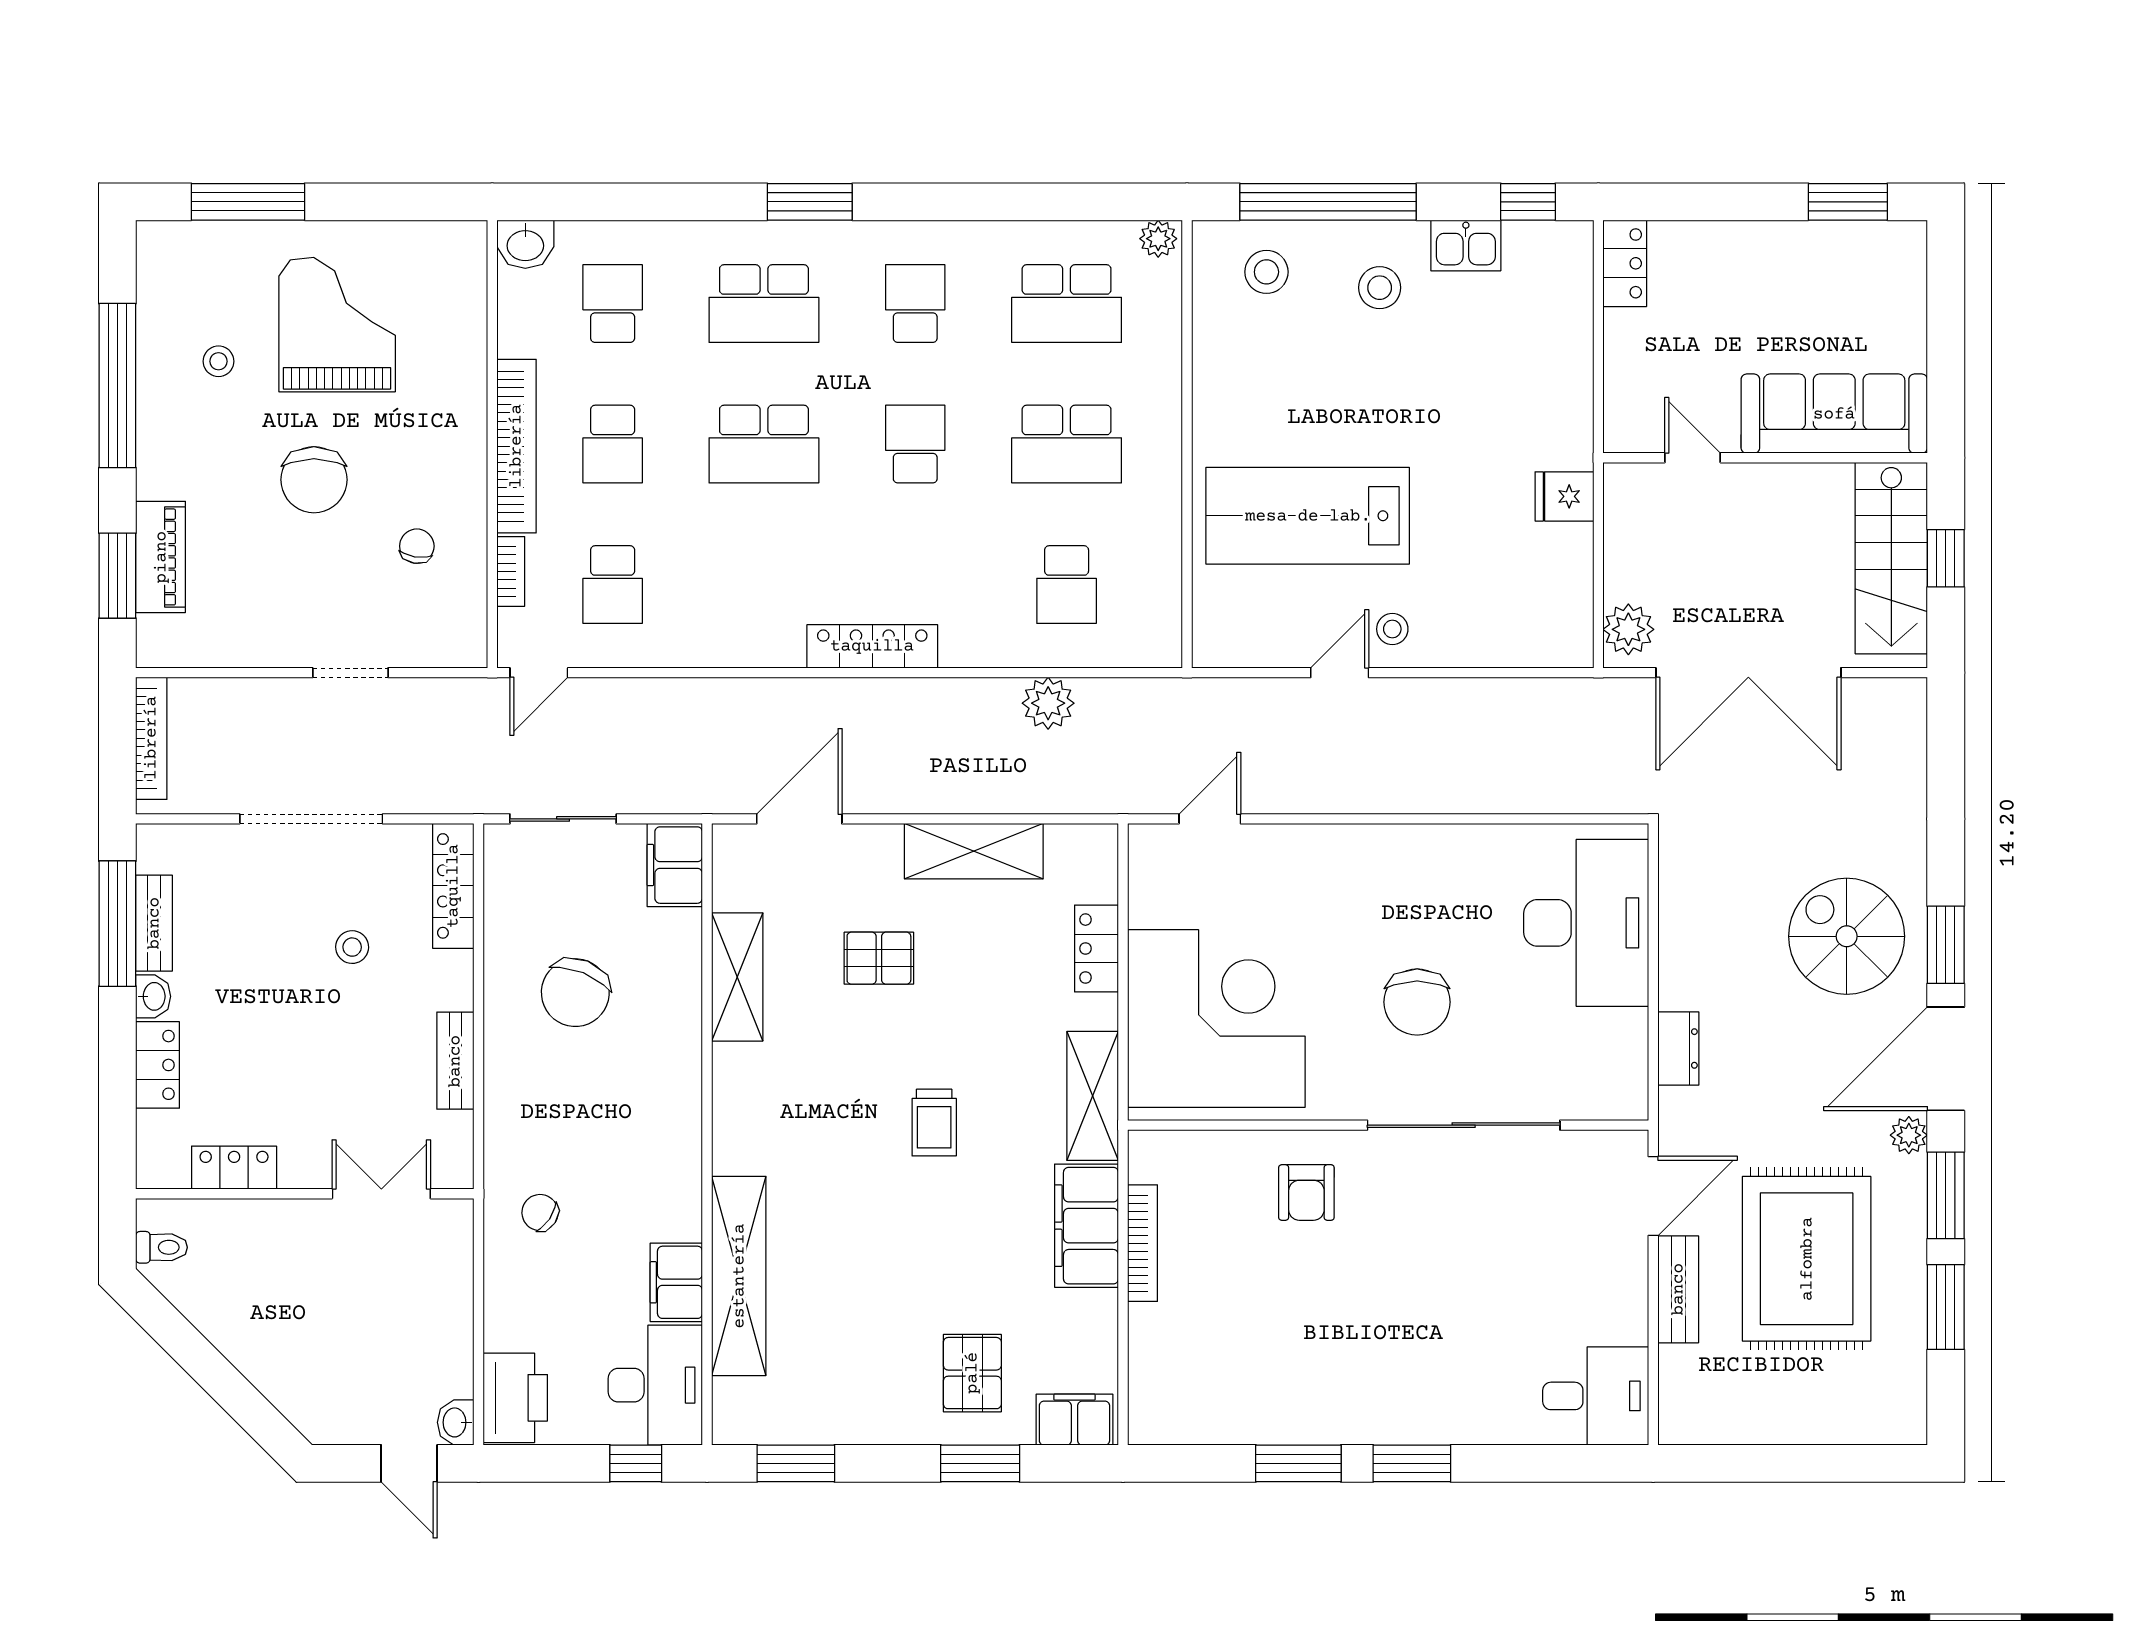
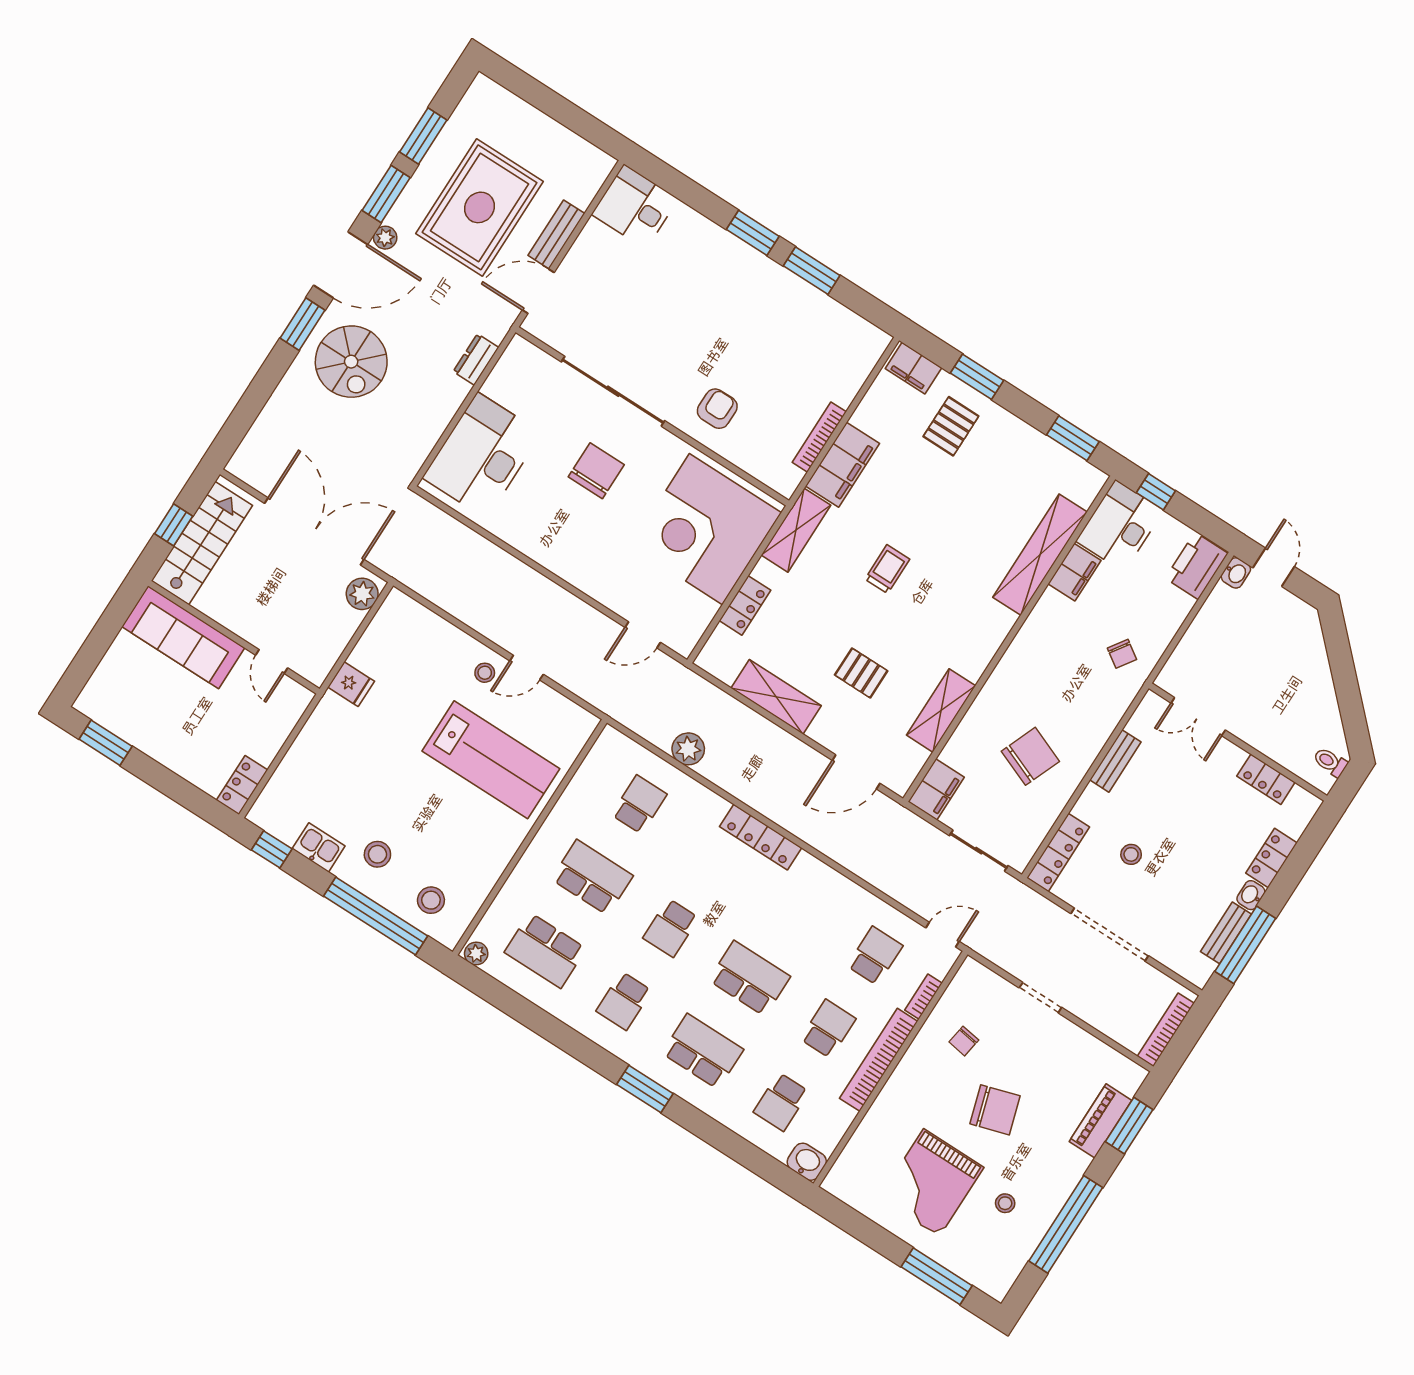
school desk: (1067, 304) -> (545, 950), turned 180
chair: (314, 480) -> (995, 1110), turned 73

